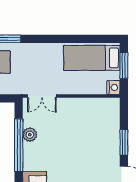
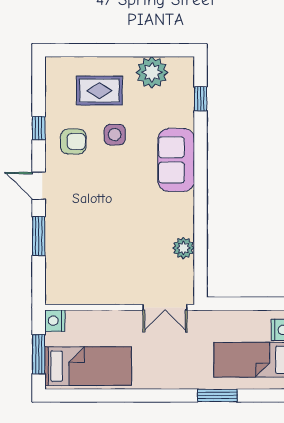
double door: (42, 96) -> (165, 307), swing flipped
window: (19, 145) -> (201, 232), removed

